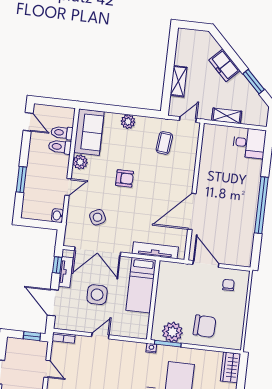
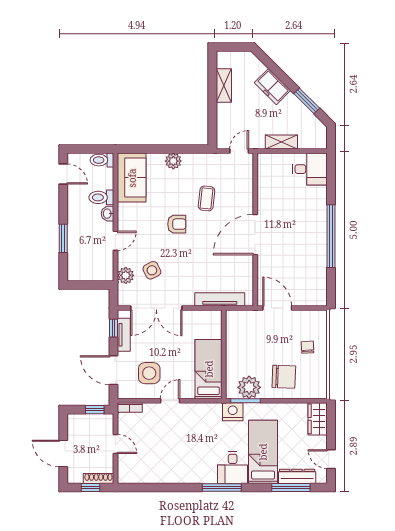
shelving: (179, 81) -> (224, 86), moved
toilet: (62, 133) -> (102, 160), moved
coffee table: (164, 143) -> (206, 198), moved
plant: (80, 162) -> (126, 275), moved
door: (192, 211) -> (255, 235), moved
washbasin: (57, 216) -> (108, 214), moved
bed: (141, 285) -> (209, 369), moved, turned 180
chair: (228, 285) -> (307, 347), moved
side table: (97, 295) -> (149, 373), moved
nightstand: (151, 348) -> (233, 412), width x1.89, depth x1.79

